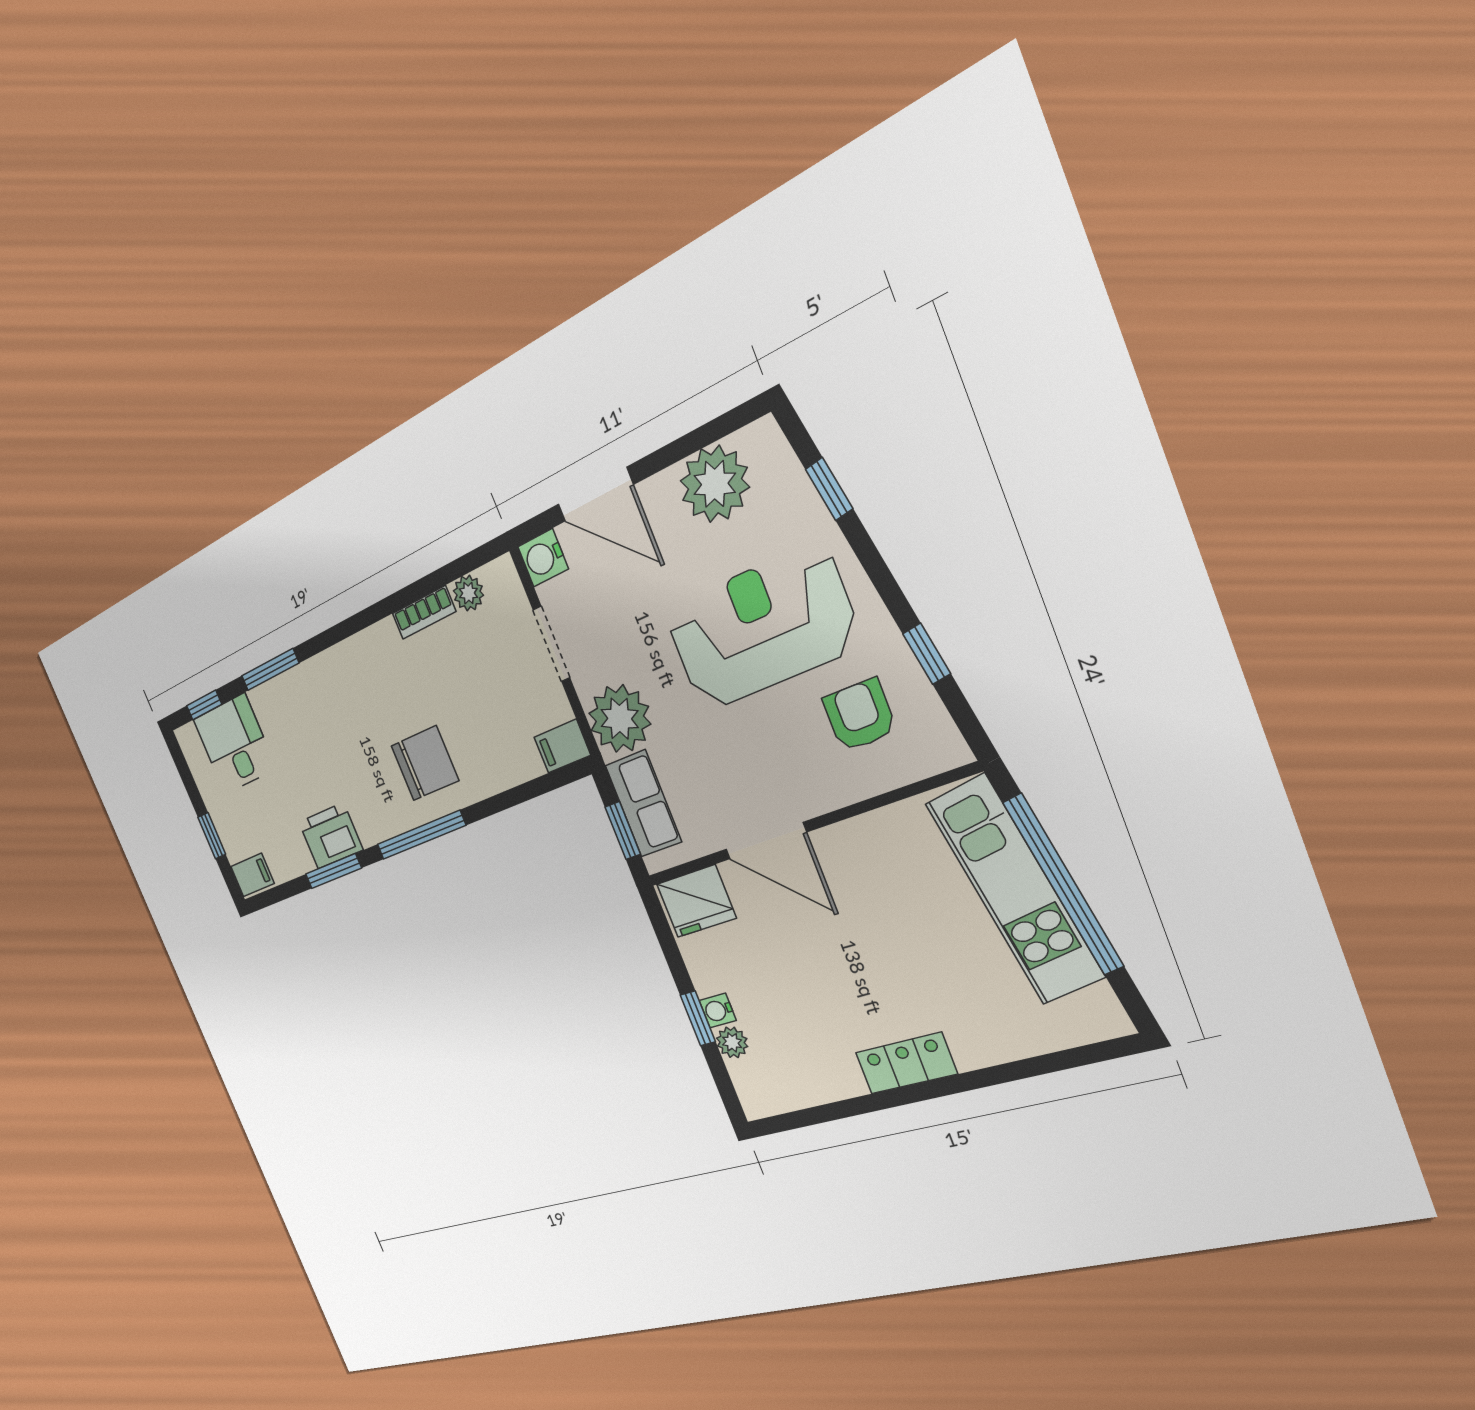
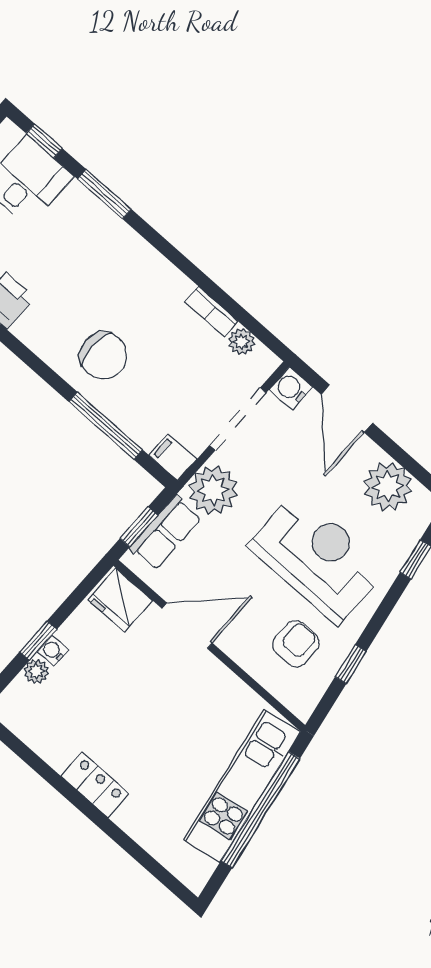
doorway: (551, 644) -> (238, 419), width x1.38
window: (421, 835) -> (106, 426), moved
door: (766, 841) -> (187, 626), swing flipped

